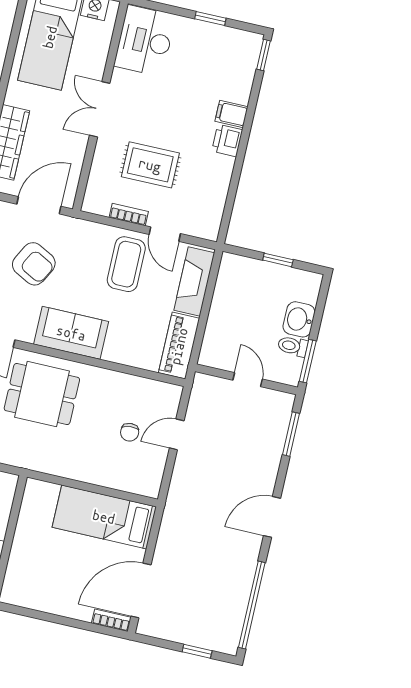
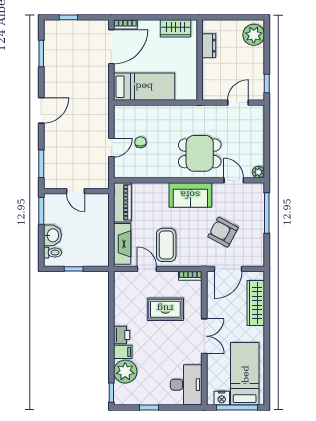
plant: (235, 83) -> (125, 372), added
bookcase: (129, 214) -> (190, 276), moved
toilet: (293, 346) -> (53, 253), moved
wardrobe: (35, 596) -> (176, 28), added
window: (252, 605) -> (41, 53), width x0.47

